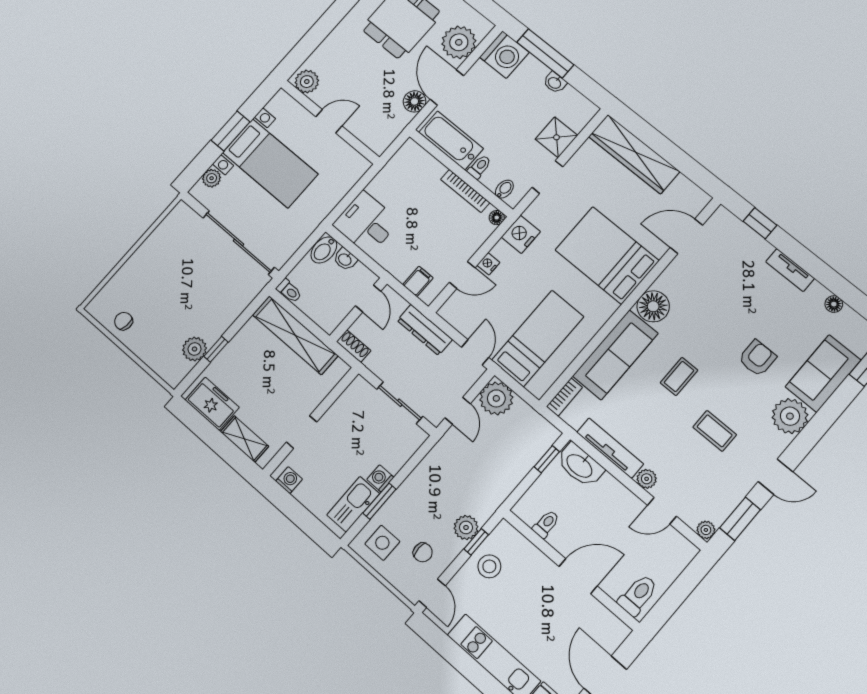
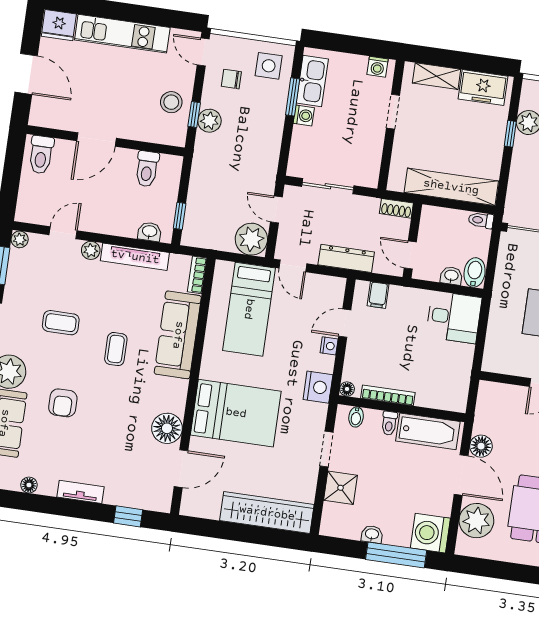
floor lamp: (653, 306) -> (167, 428), moved
washbasin: (580, 465) -> (150, 232), width x0.52, depth x0.69
toilet: (546, 524) -> (147, 169), width x1.37, depth x1.39

